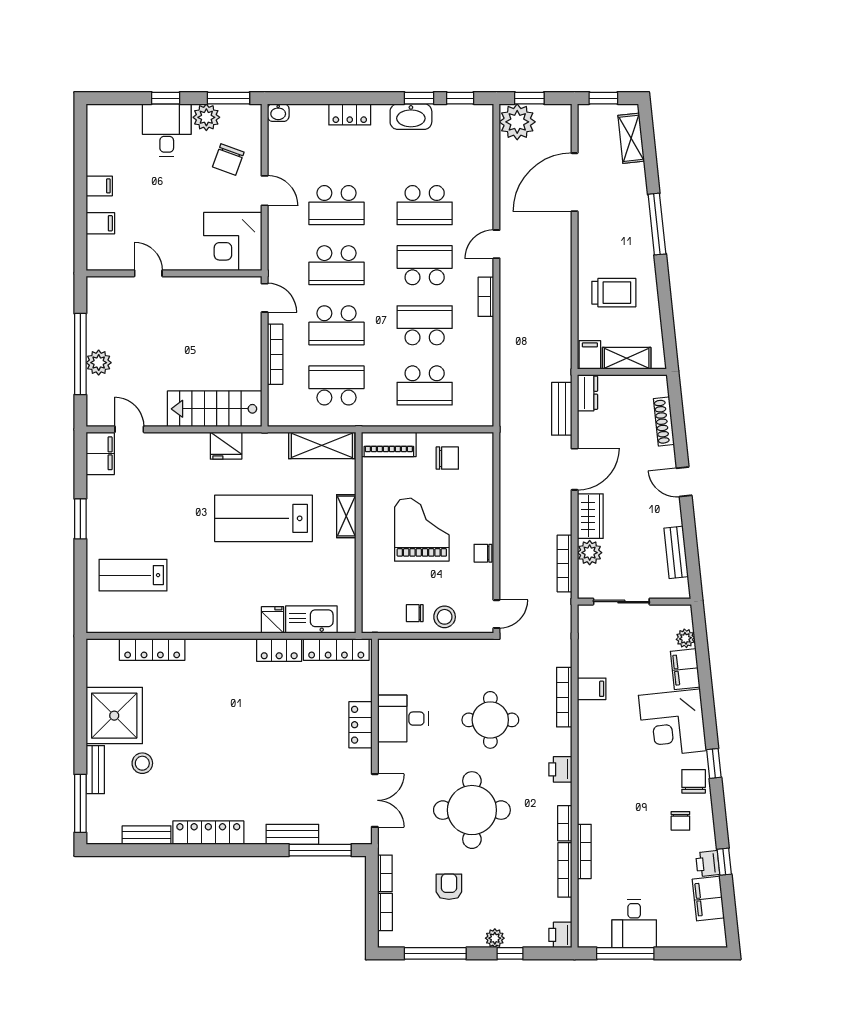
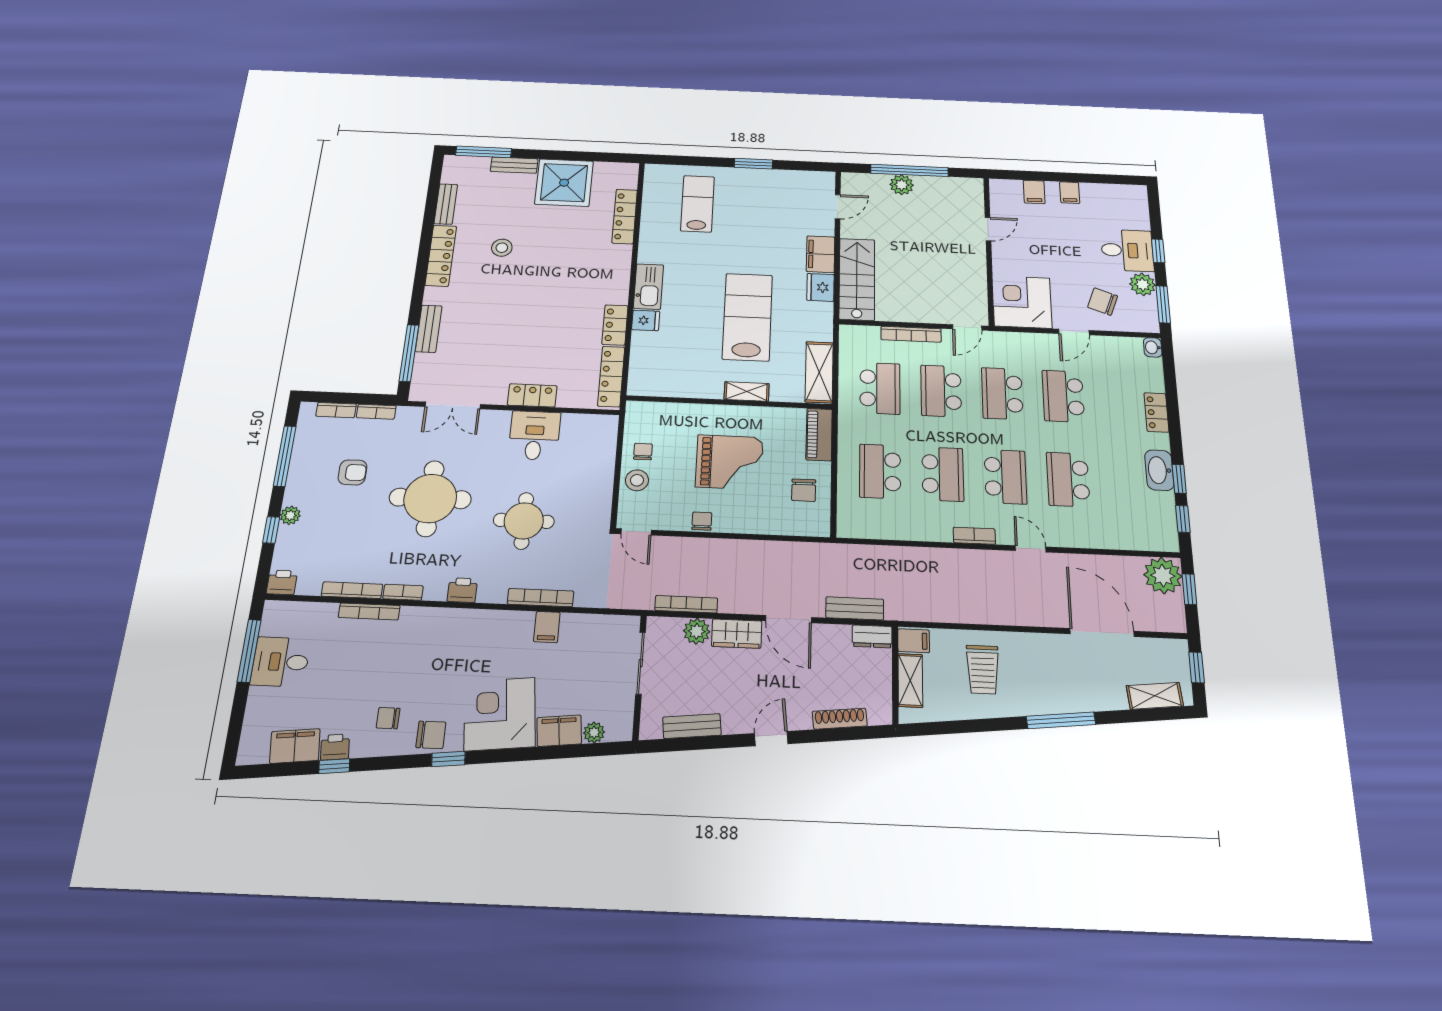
filing cabinet: (100, 453) -> (821, 254), moved, turned 90
kitchen sink: (311, 620) -> (648, 287), moved
stool: (142, 763) -> (502, 248), moved

